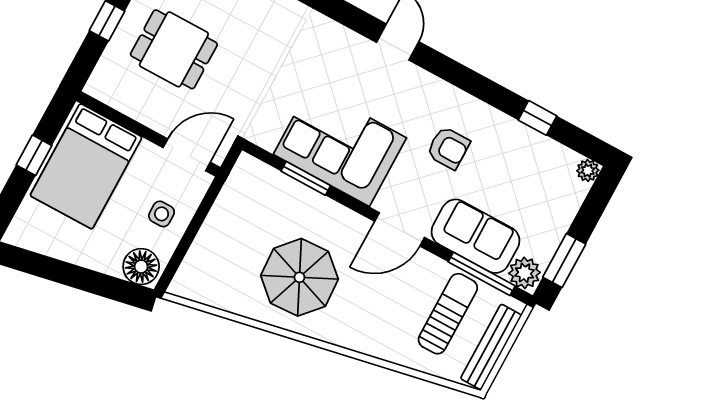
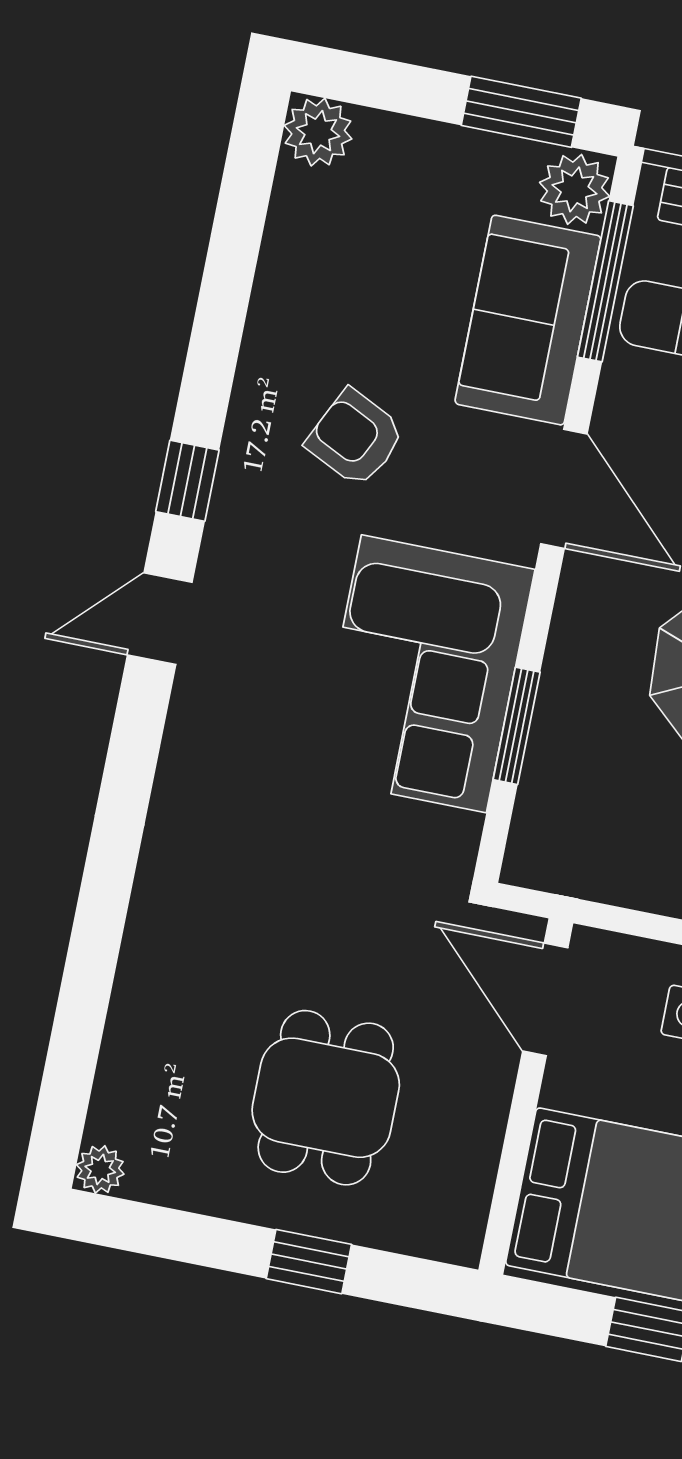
window: (537, 118) -> (187, 481), moved
armchair: (448, 148) -> (355, 438), turned -64
plant: (588, 171) -> (318, 132), width x1.38, depth x1.38

